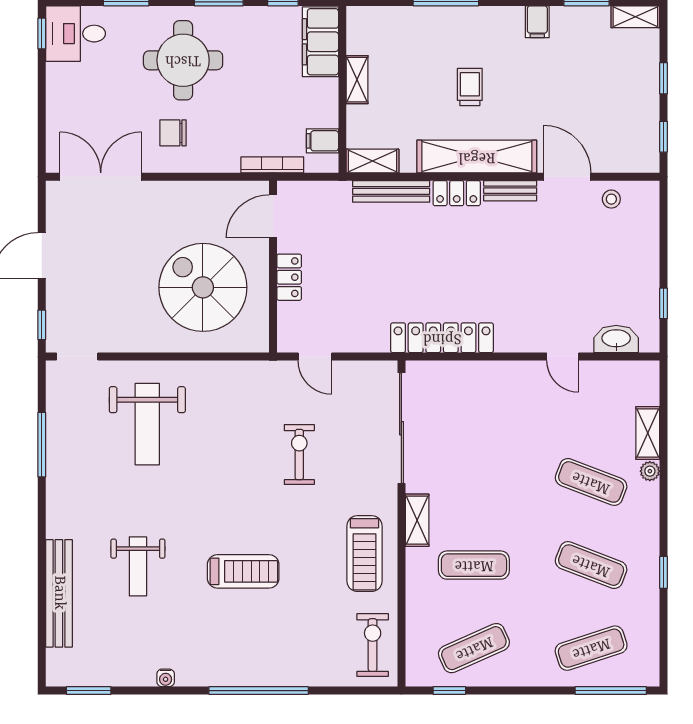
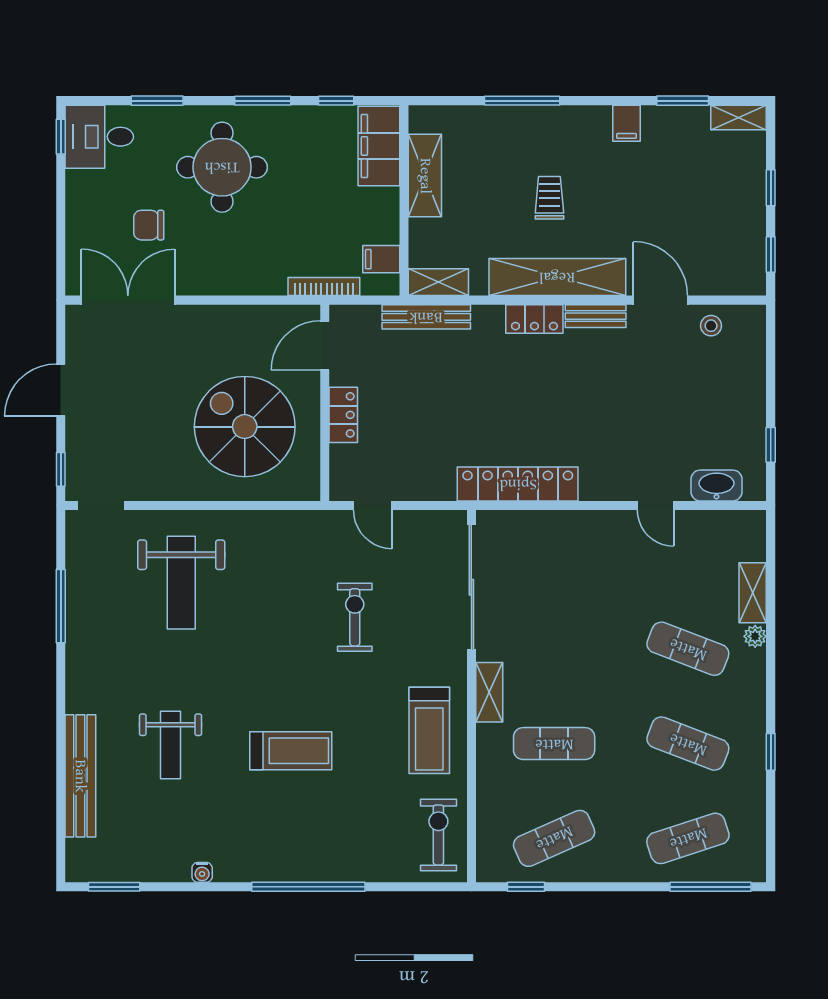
shelving: (357, 80) -> (425, 176), width x1.50, depth x1.33
chair: (173, 133) -> (149, 225), moved
bench: (391, 191) -> (426, 317), moved

